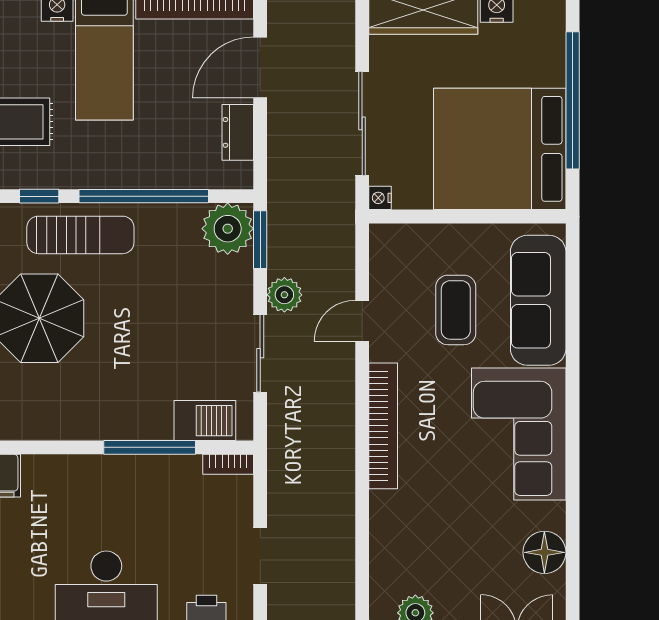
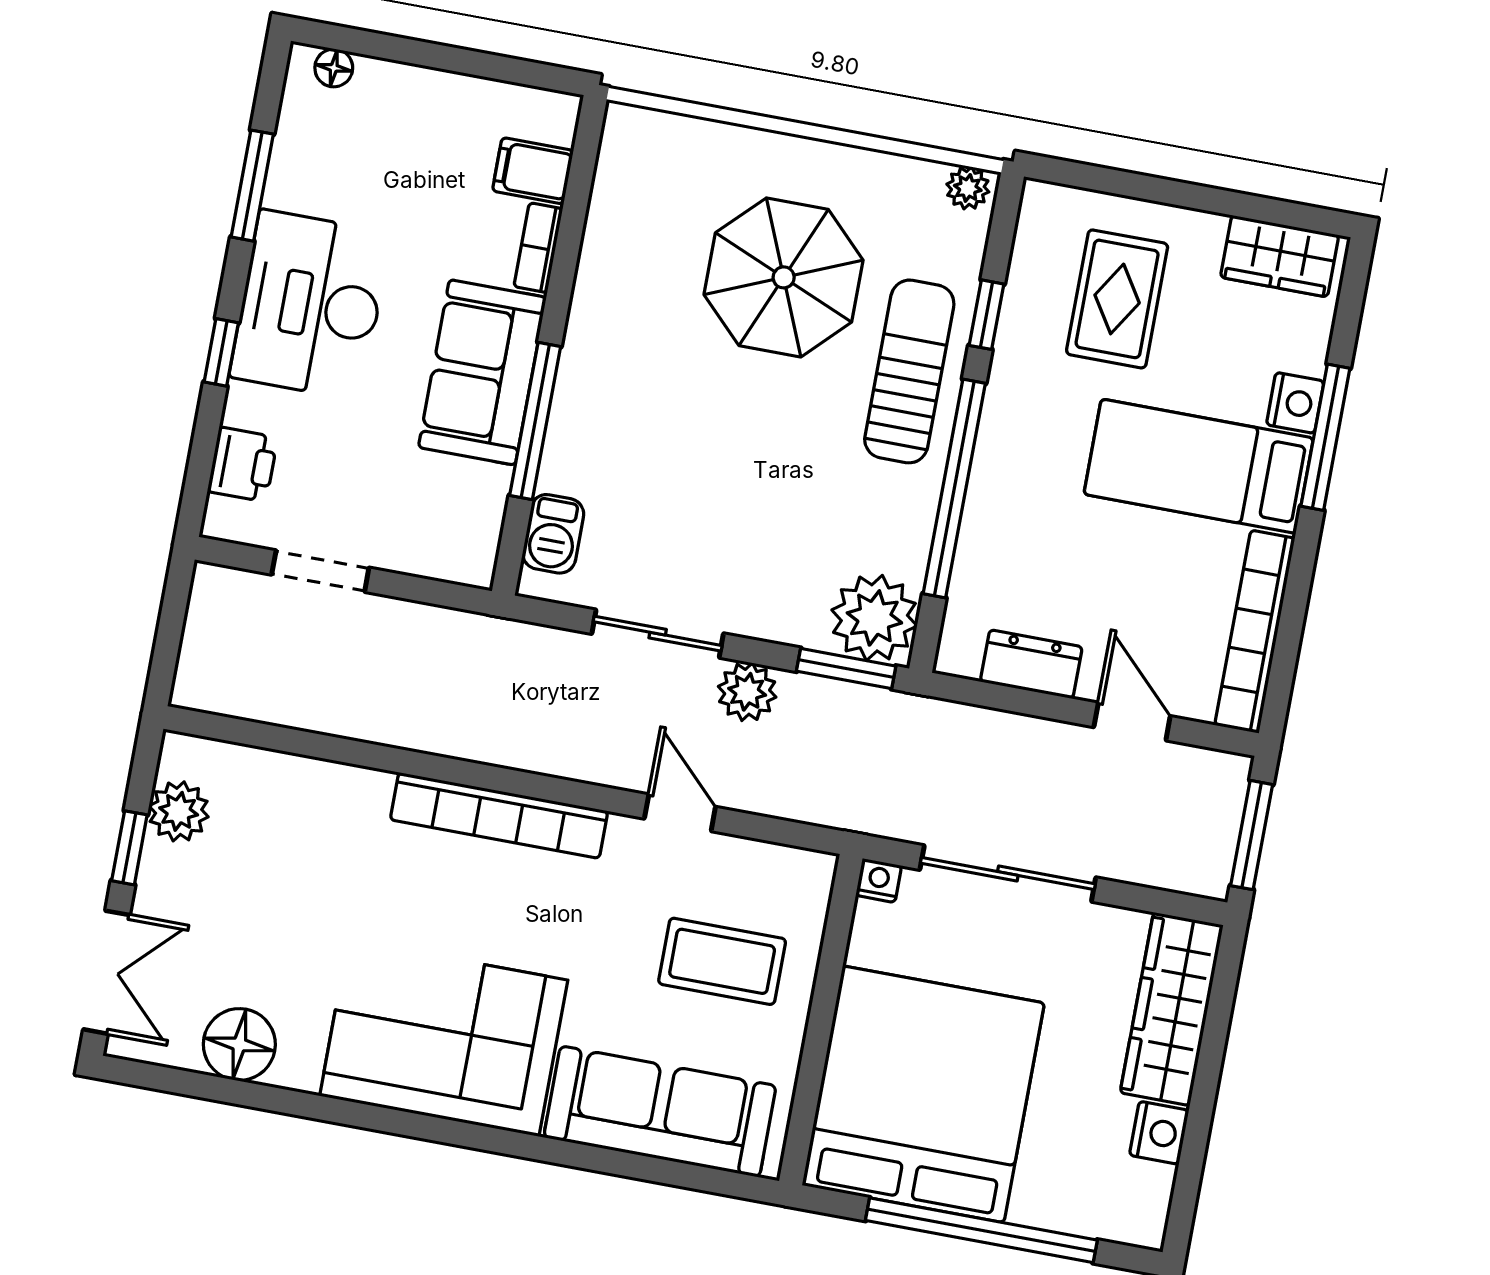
door: (260, 67) -> (1132, 722), width x0.73
sun lounger: (80, 235) -> (909, 371), turned 180
coffee table: (456, 310) -> (722, 961), moved
barbecue: (205, 421) -> (553, 534), width x0.73, depth x0.79
bookcase: (228, 464) -> (538, 248), moved
sofa: (127, 483) -> (482, 372), added

